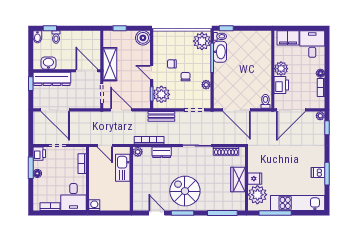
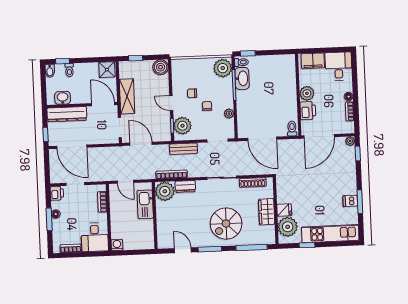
shower: (92, 38) -> (107, 70), added
window: (31, 84) -> (45, 134), moved
plant: (138, 152) -> (165, 191), width x1.88, depth x1.88
window: (31, 168) -> (49, 219), moved
spiral stairs: (185, 191) -> (226, 224), moved, turned -90
window: (275, 213) -> (307, 245), width x0.46

